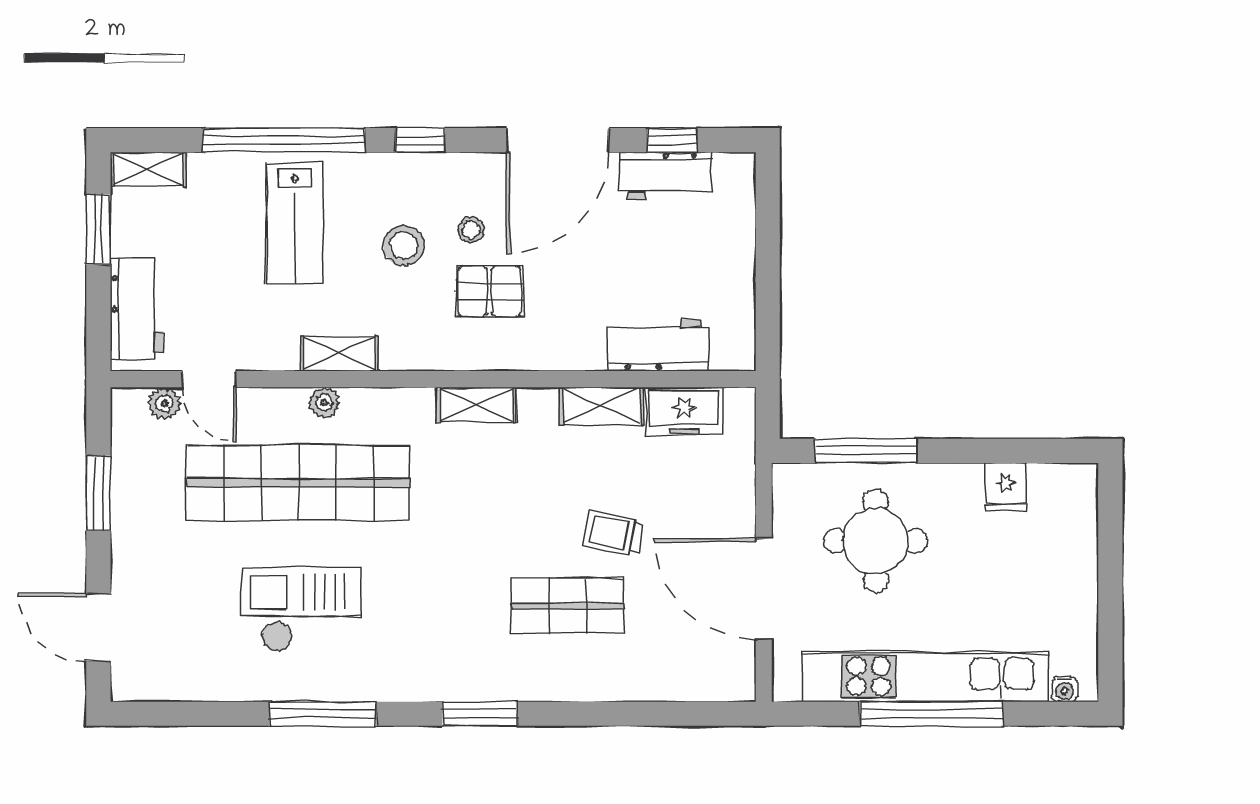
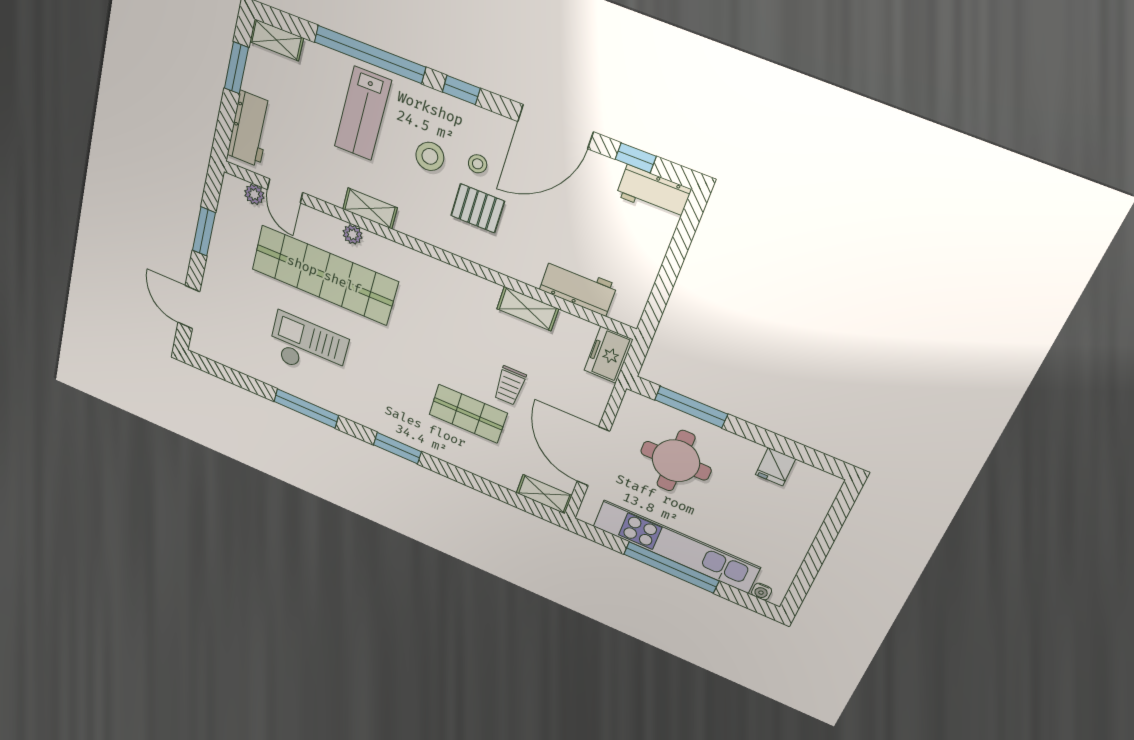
workbench: (666, 176) -> (654, 192), moved
shelving: (476, 405) -> (544, 494), moved
freezer: (684, 412) -> (608, 355), moved, turned 90
trolley: (613, 533) -> (510, 386), turned -102

